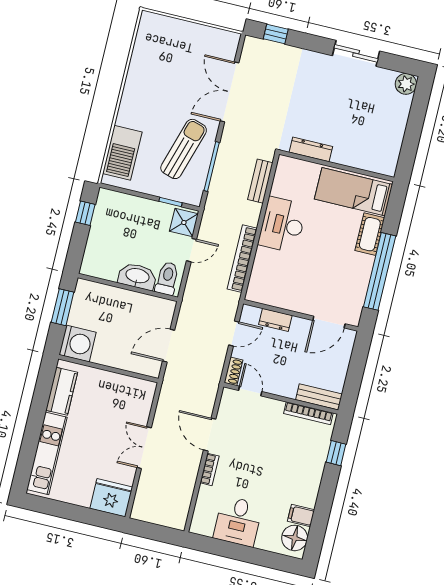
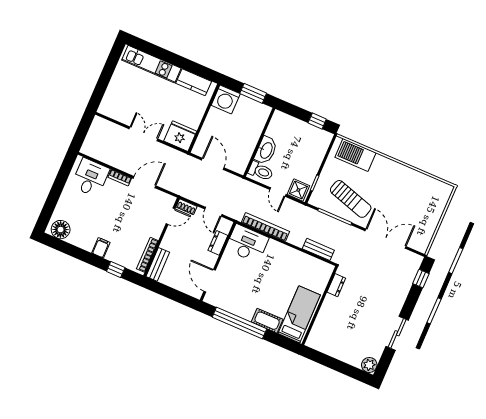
dresser: (311, 149) -> (336, 285), width x0.70
desk: (282, 225) -> (247, 243), moved
fridge: (111, 498) -> (180, 136), moved, turned -90
filing cabinet: (301, 516) -> (101, 248), moved
desk: (238, 521) -> (90, 178), moved, turned 90

